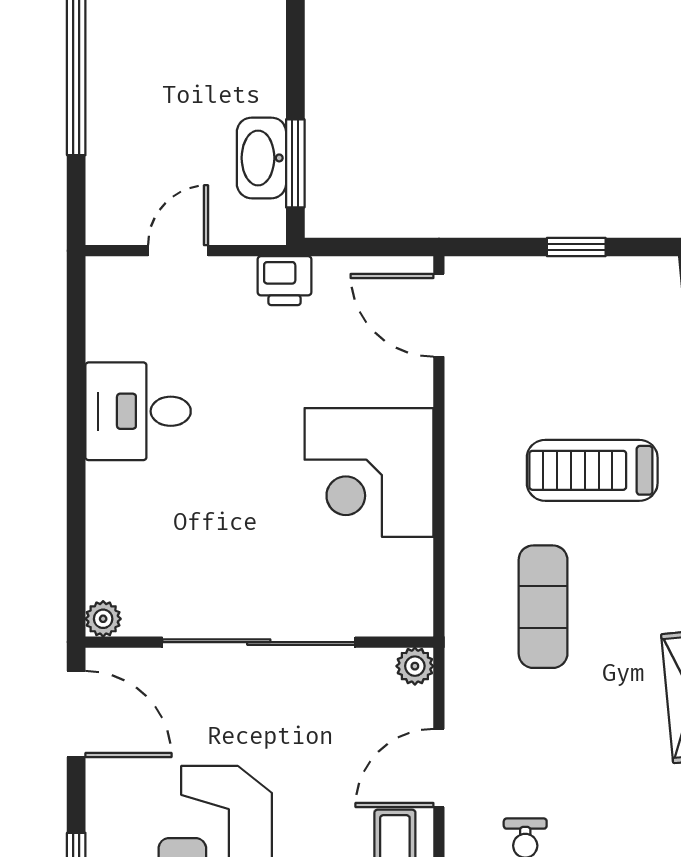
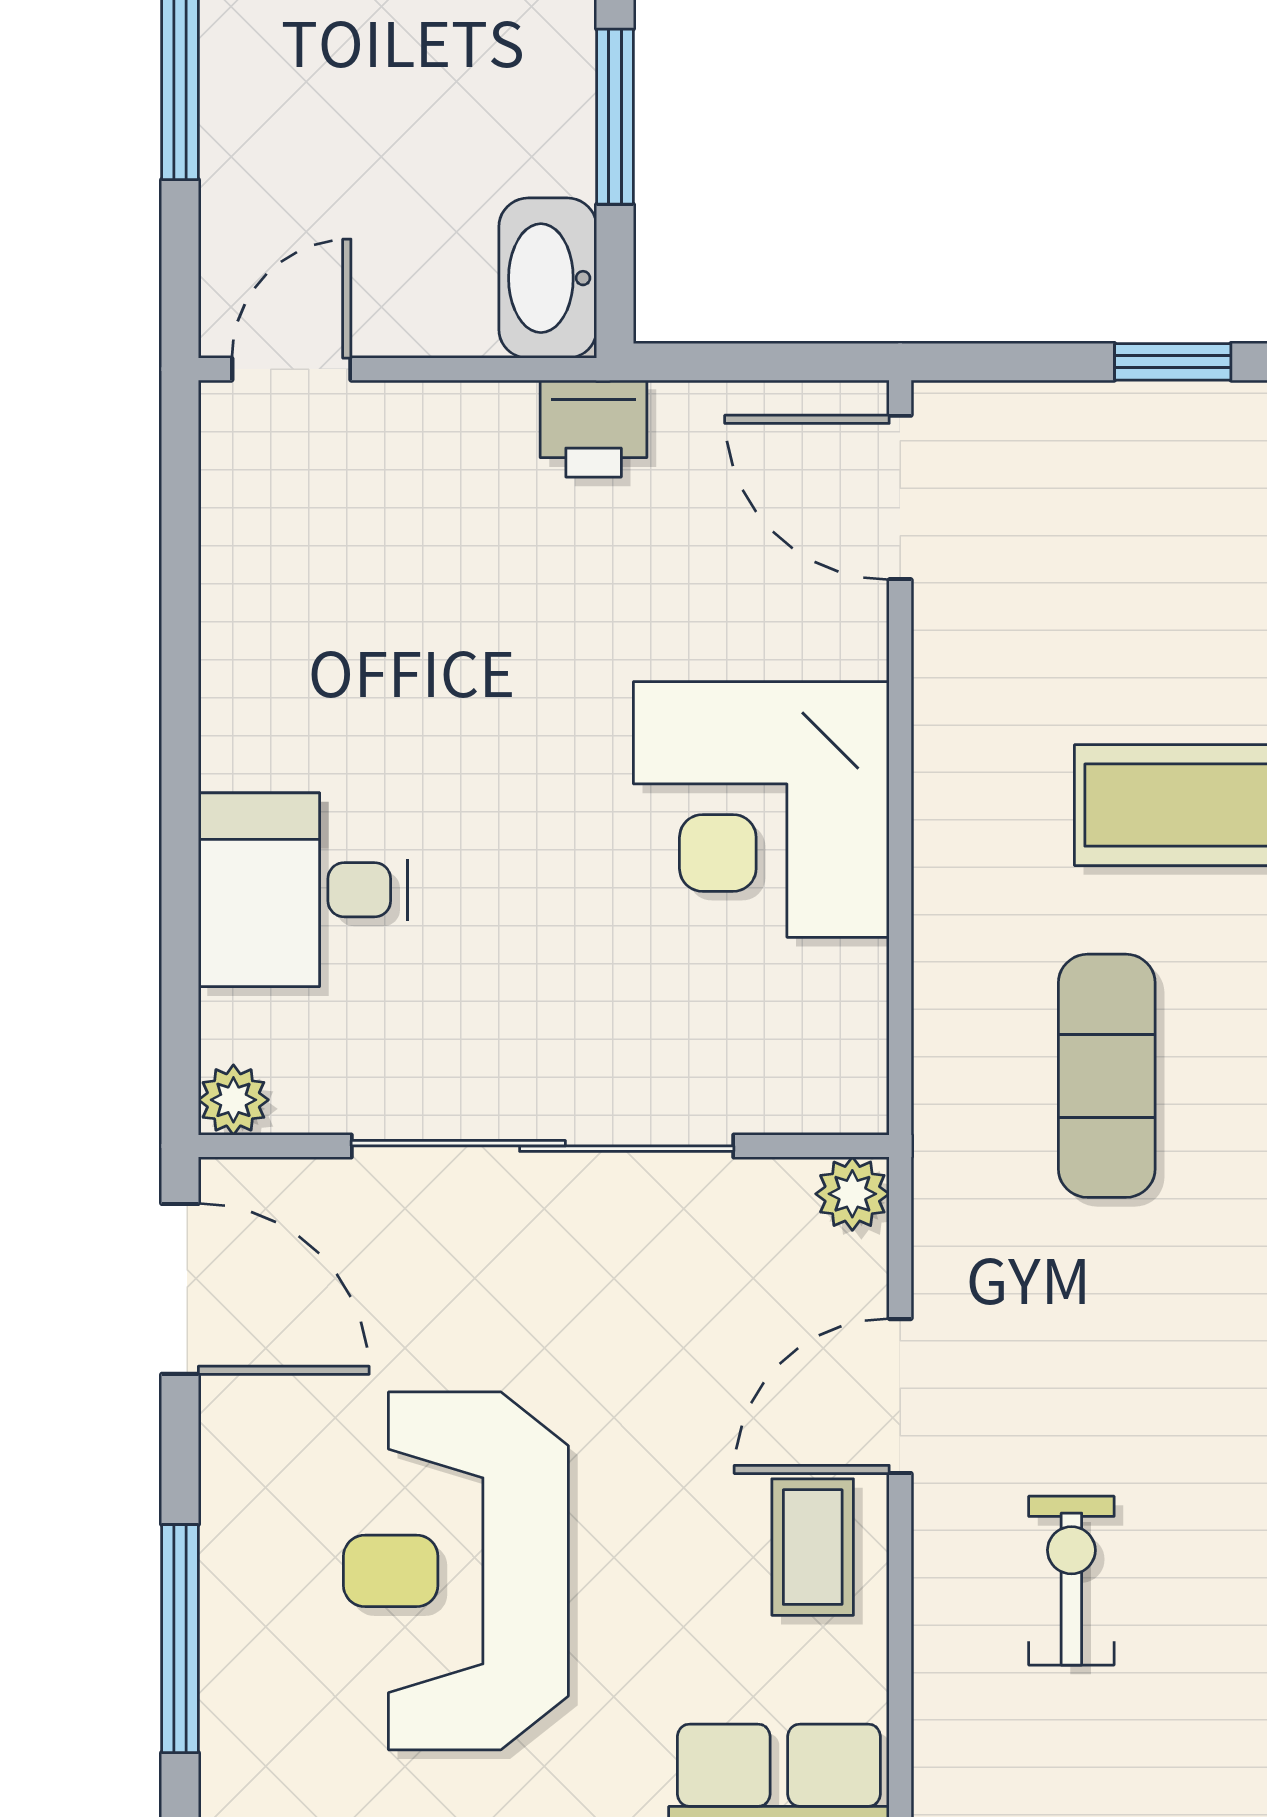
washbasin: (261, 158) -> (548, 278), moved
window: (295, 163) -> (615, 117), moved
door: (178, 251) -> (291, 369), moved
desk: (138, 411) -> (303, 890), moved

